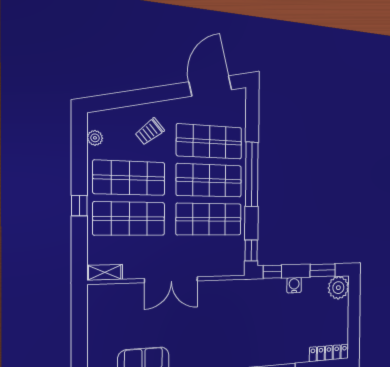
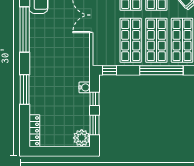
window: (272, 272) -> (94, 99), moved
water cooler: (294, 285) -> (85, 87), moved

